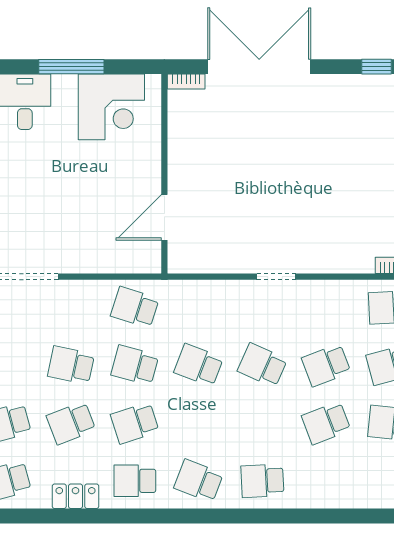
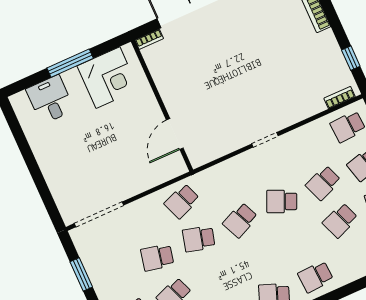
school desk: (135, 307) -> (182, 201), turned -39
school desk: (199, 365) -> (240, 220), turned -45
school desk: (135, 423) -> (216, 276), removed

